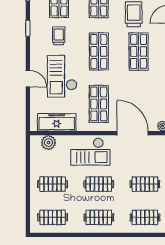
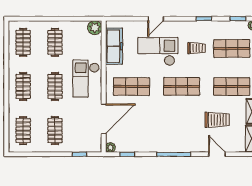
shop shelf: (139, 51) -> (182, 124), removed
plant: (48, 143) -> (95, 28), moved

